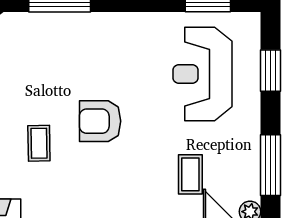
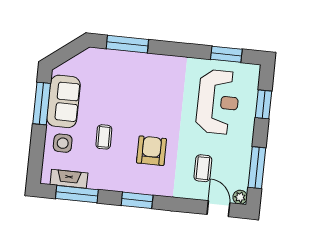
reception desk: (203, 74) -> (218, 102), turned 180
armchair: (100, 121) -> (151, 151), moved, turned 90

